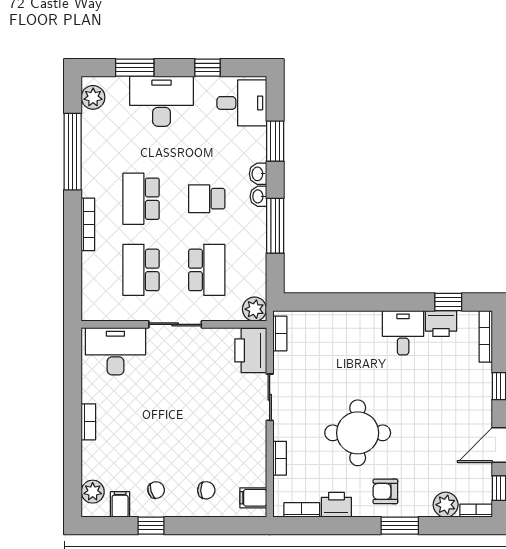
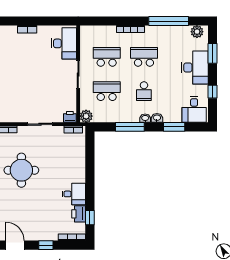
school desk: (207, 199) -> (144, 91), turned 180
school desk: (207, 270) -> (107, 91), turned 180
printer: (251, 350) -> (70, 117), width x0.53, depth x0.68

